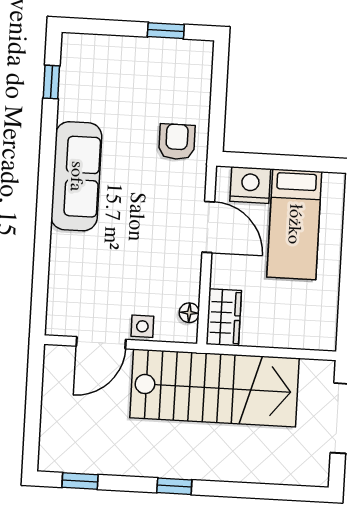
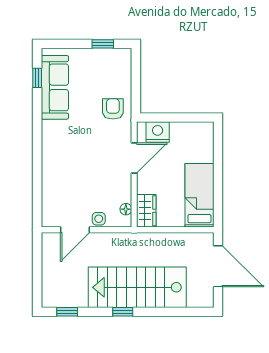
sofa: (76, 176) -> (55, 87), moved
bed: (294, 224) -> (199, 195), moved, turned 180
door: (208, 227) -> (134, 158), hinge flipped
stairs: (214, 388) -> (137, 287), moved, turned 180

